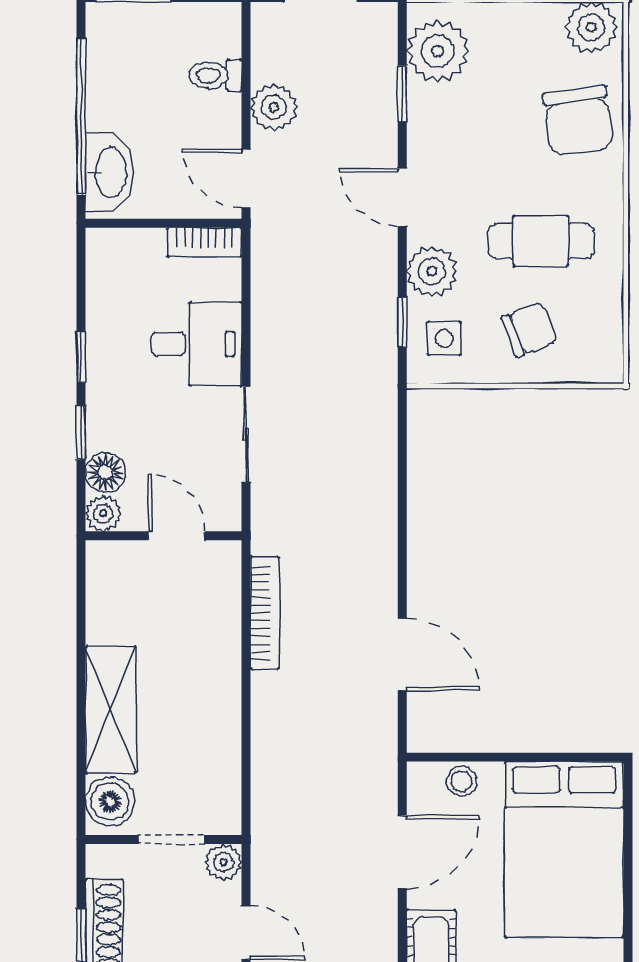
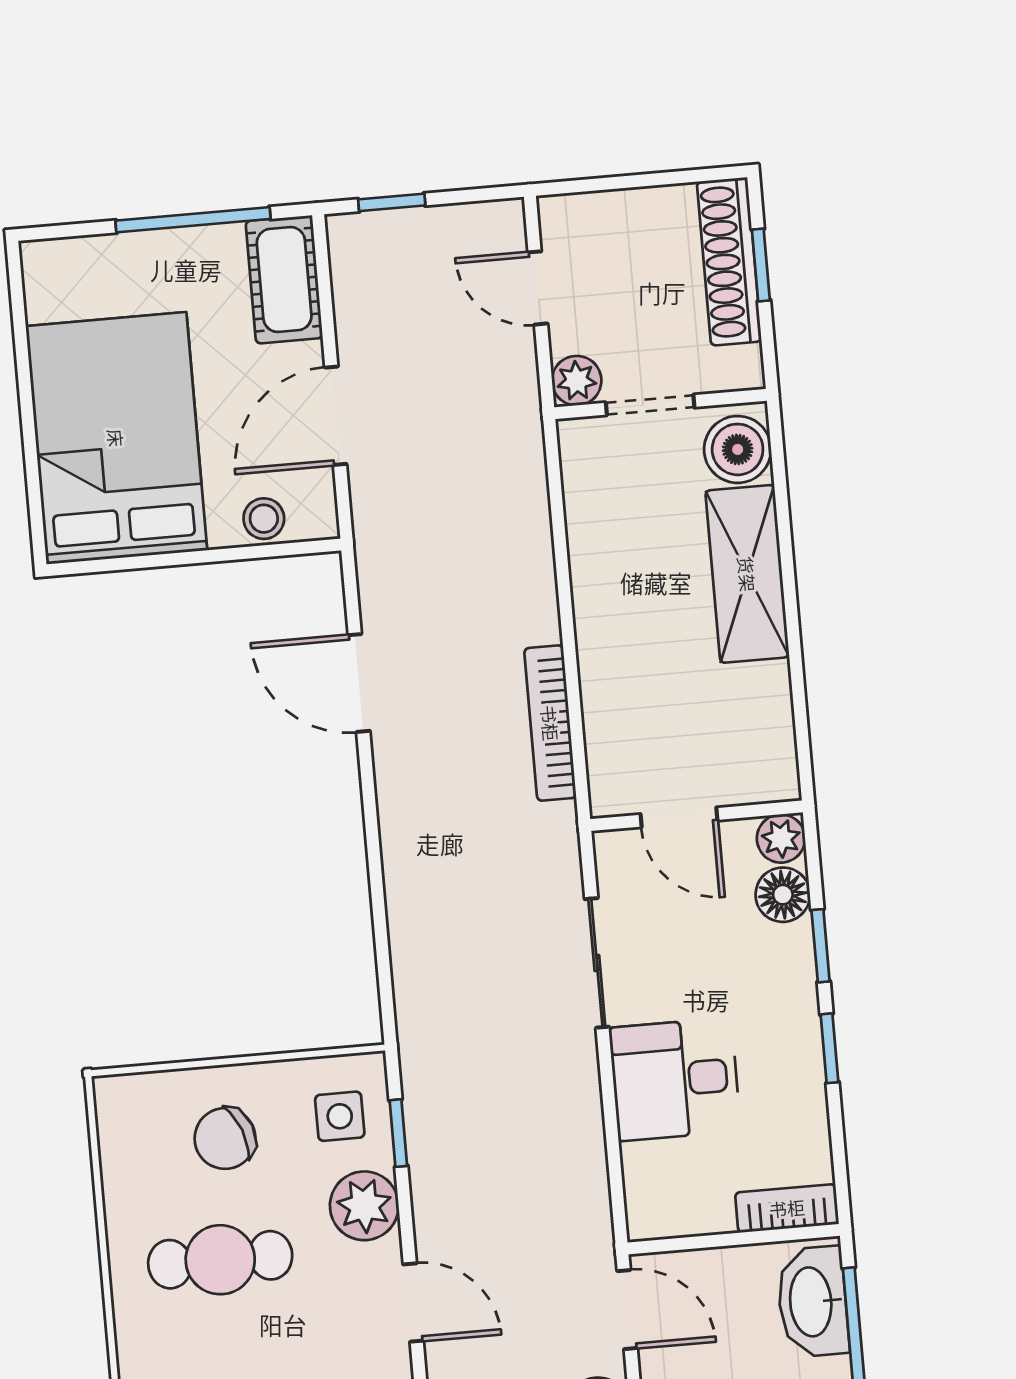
bookcase: (205, 242) -> (787, 1208), moved

